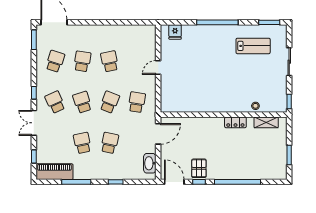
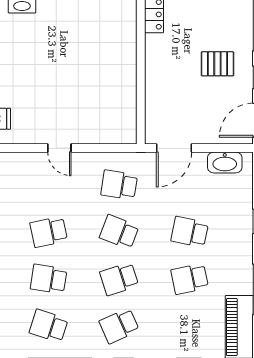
door: (158, 134) -> (174, 148), swing flipped
pallet: (199, 168) -> (217, 64), moved

